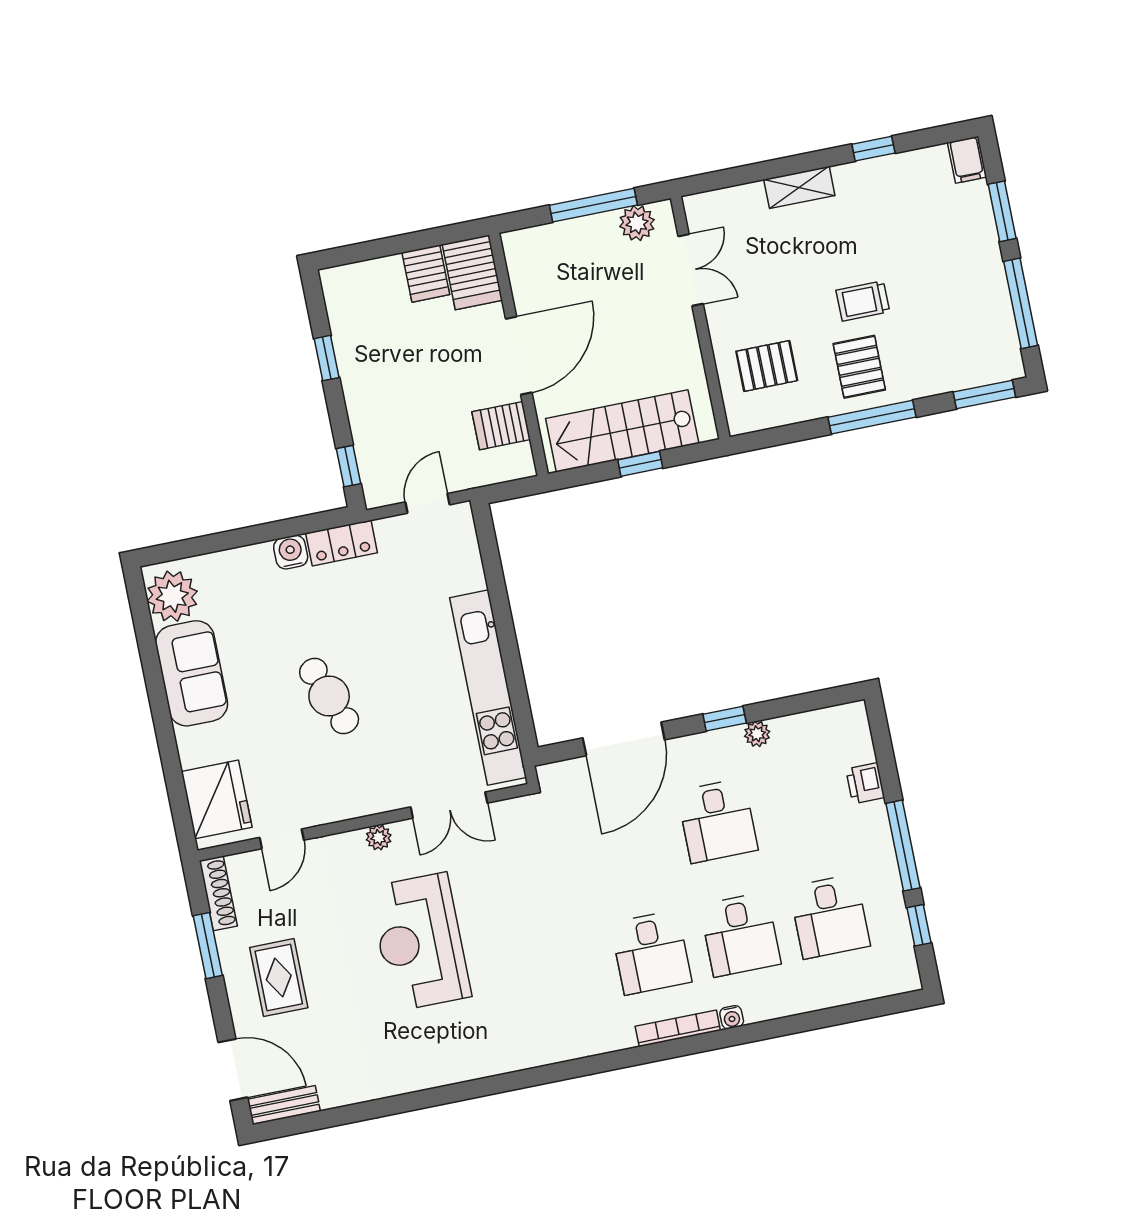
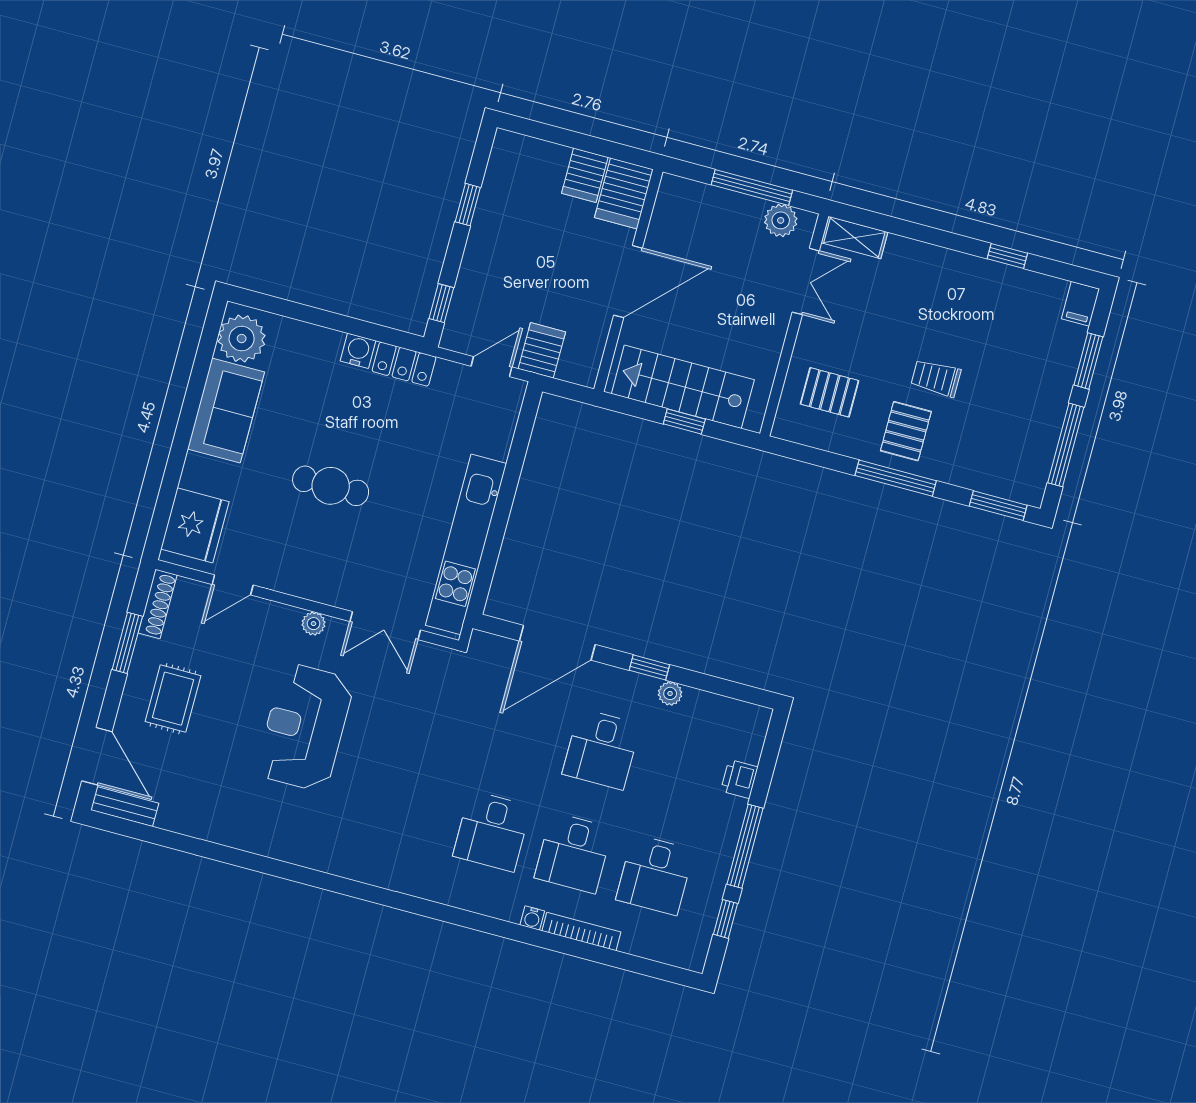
shelving: (799, 187) -> (854, 237), moved
server rack: (501, 426) -> (542, 350), moved, turned 90
cafe table: (329, 696) -> (331, 486), turned -69
bookcase: (678, 1028) -> (581, 931), moved

